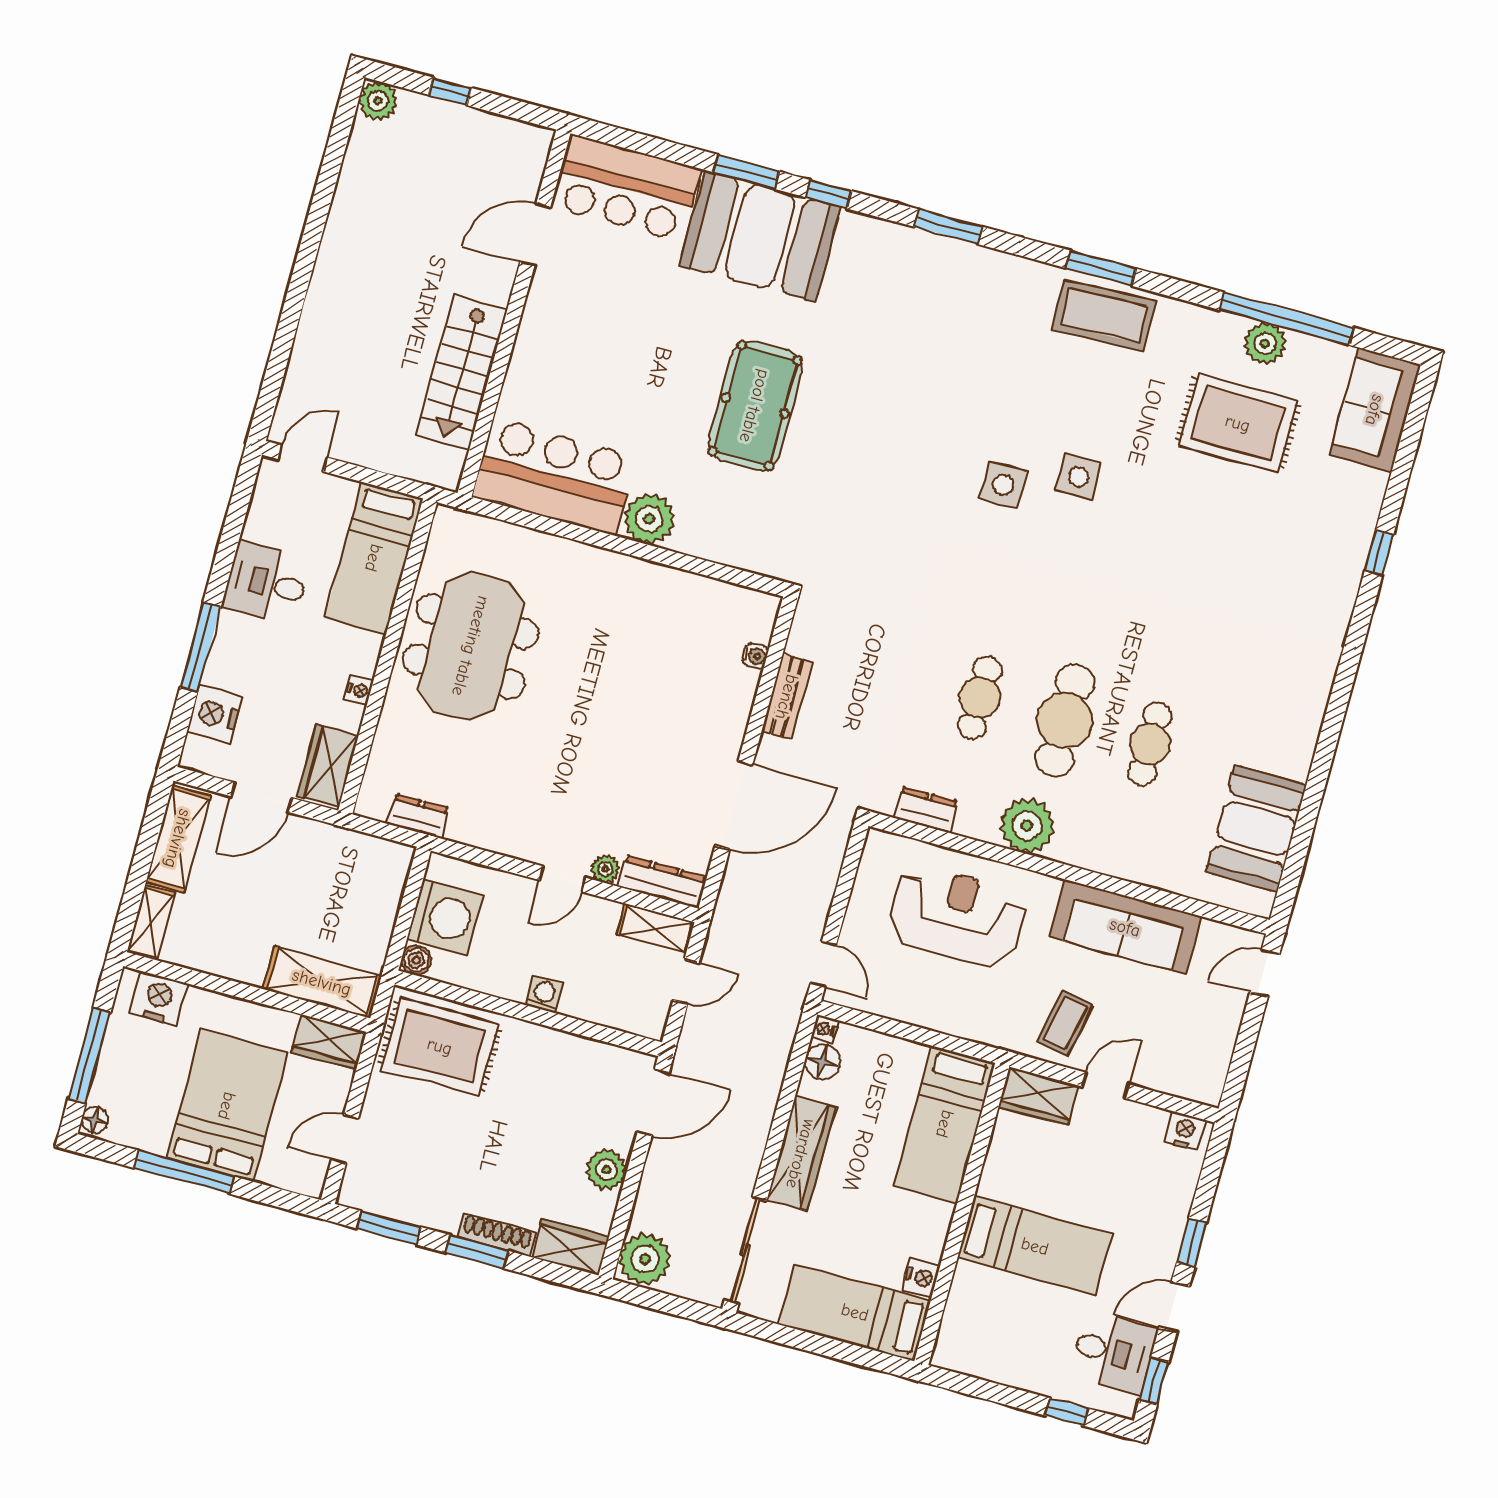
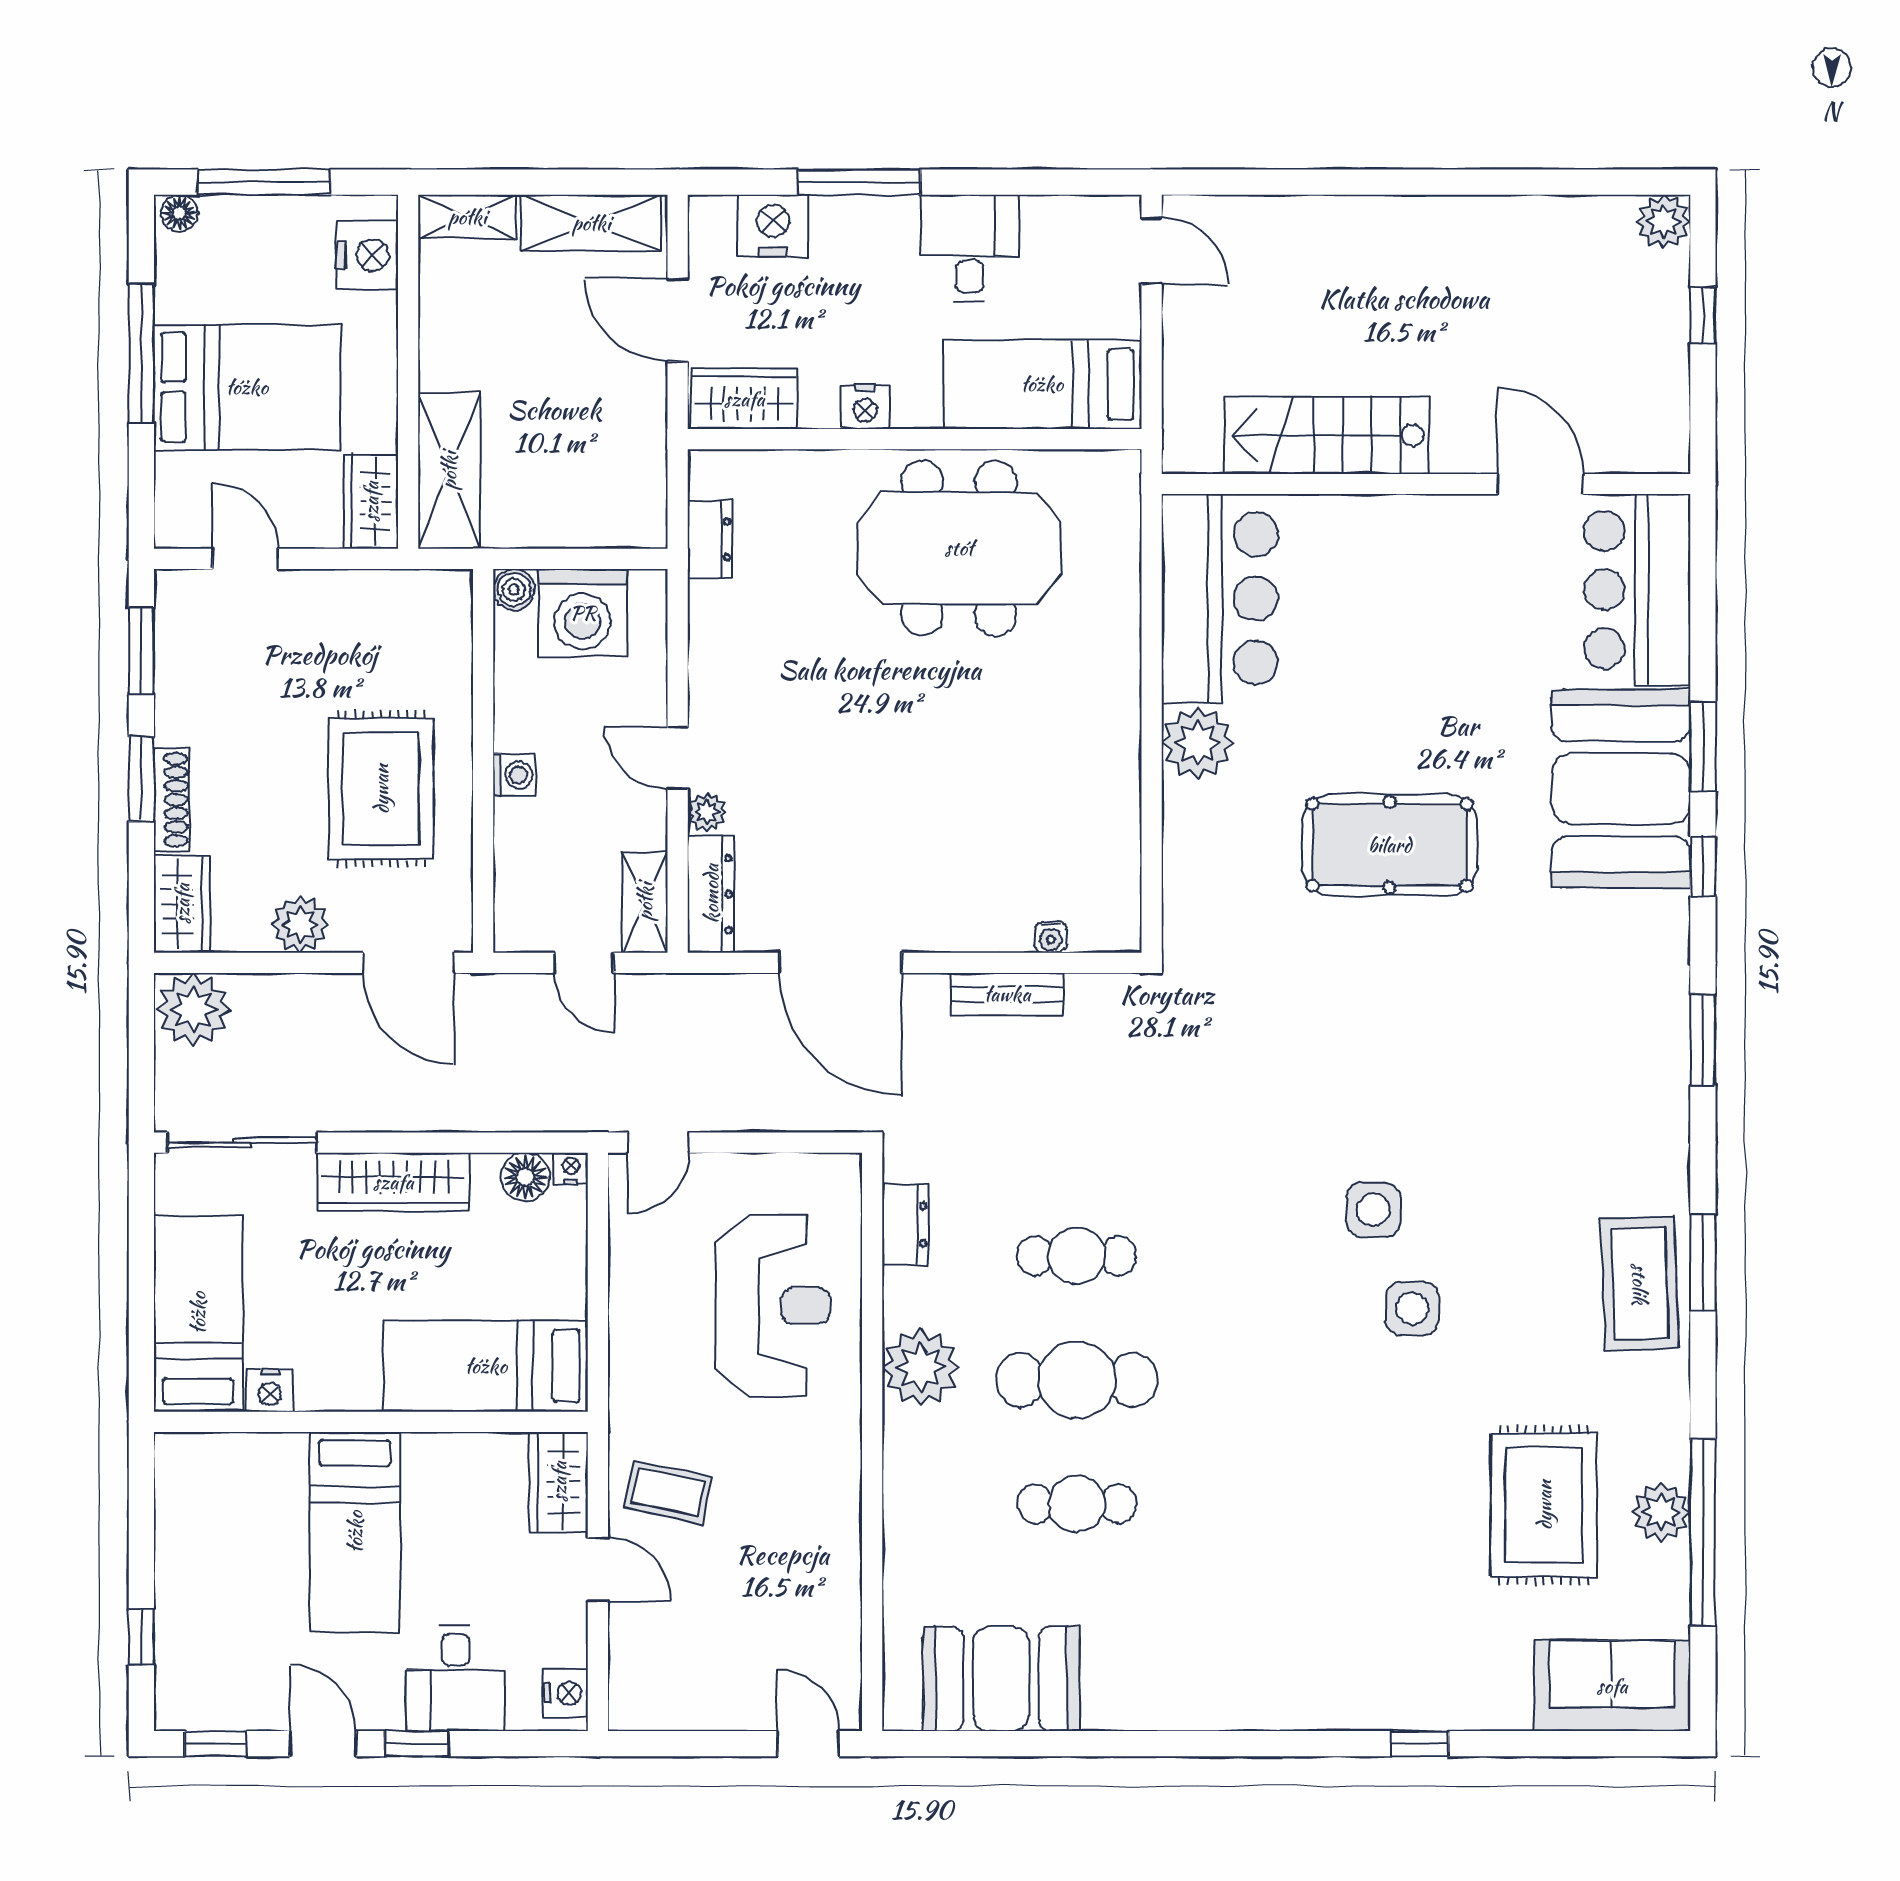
nightstand: (359, 690) -> (865, 407), width x1.39, depth x1.35
sofa: (1125, 927) -> (820, 1538), removed
rug: (440, 1046) -> (381, 789), moved
desk: (1114, 1352) -> (455, 1678), moved

